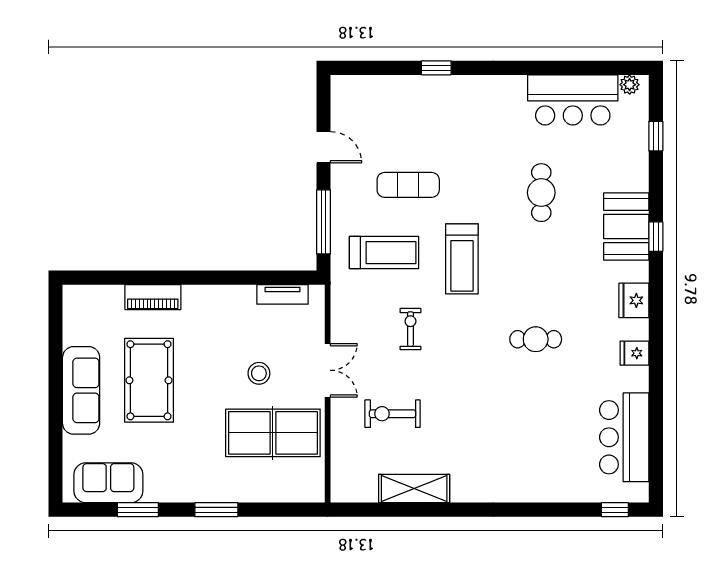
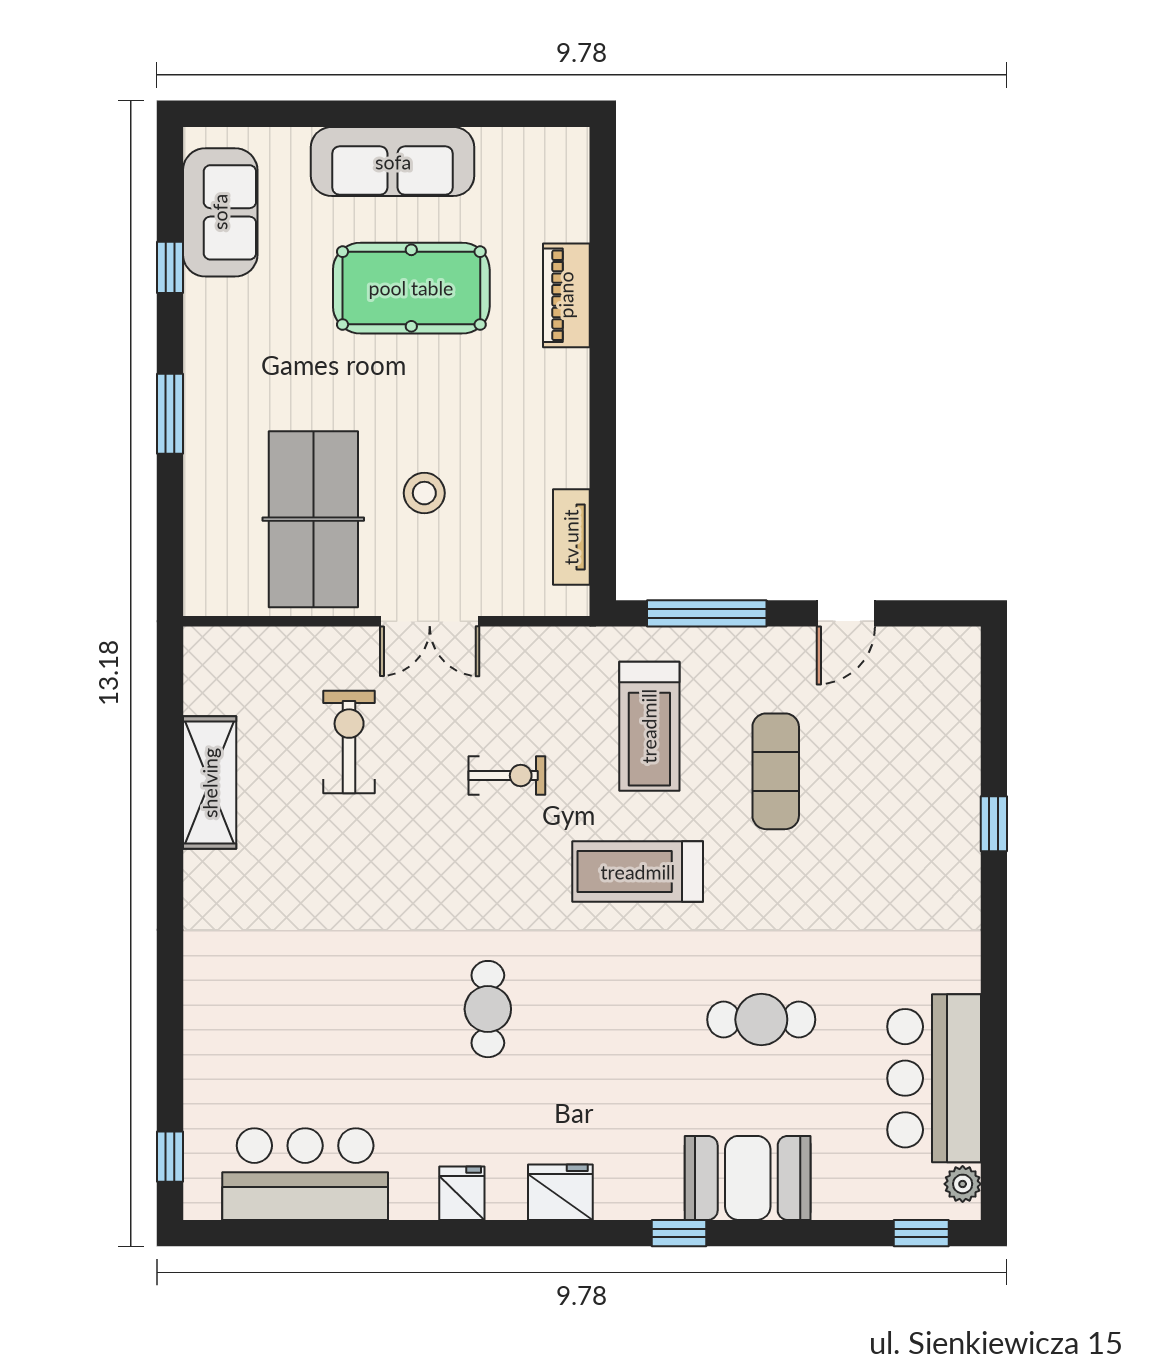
window: (656, 136) -> (921, 1233), moved
booth: (626, 226) -> (748, 1178), moved
window: (138, 510) -> (170, 267), width x0.67

